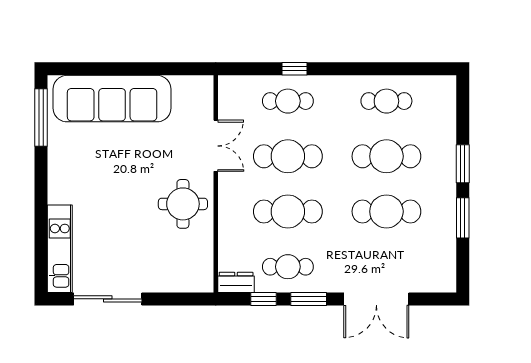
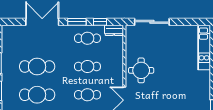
cafe table: (288, 156) -> (87, 95), width x0.73, depth x0.74
cafe table: (288, 211) -> (87, 67), width x0.73, depth x0.74
sliding door: (108, 299) -> (152, 22), moved

